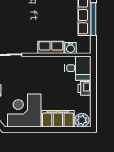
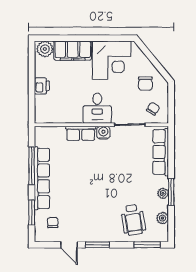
water cooler: (71, 48) -> (103, 133), moved
desk: (78, 68) -> (97, 108), moved, turned -90

